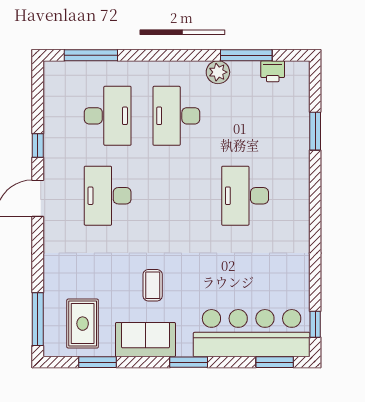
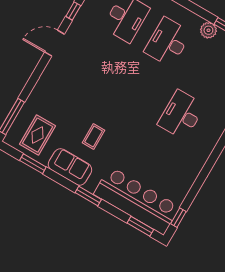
desk: (108, 196) -> (98, 66), removed

